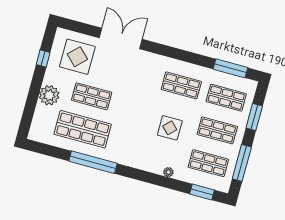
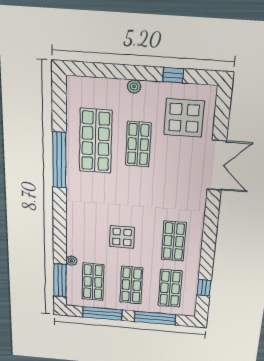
window: (230, 68) -> (204, 288), width x0.46
plant: (49, 95) -> (134, 87), width x0.53, depth x0.53
window: (254, 117) -> (155, 318), width x1.44
plant: (168, 172) -> (71, 261), moved
window: (202, 192) -> (60, 280), width x1.44

